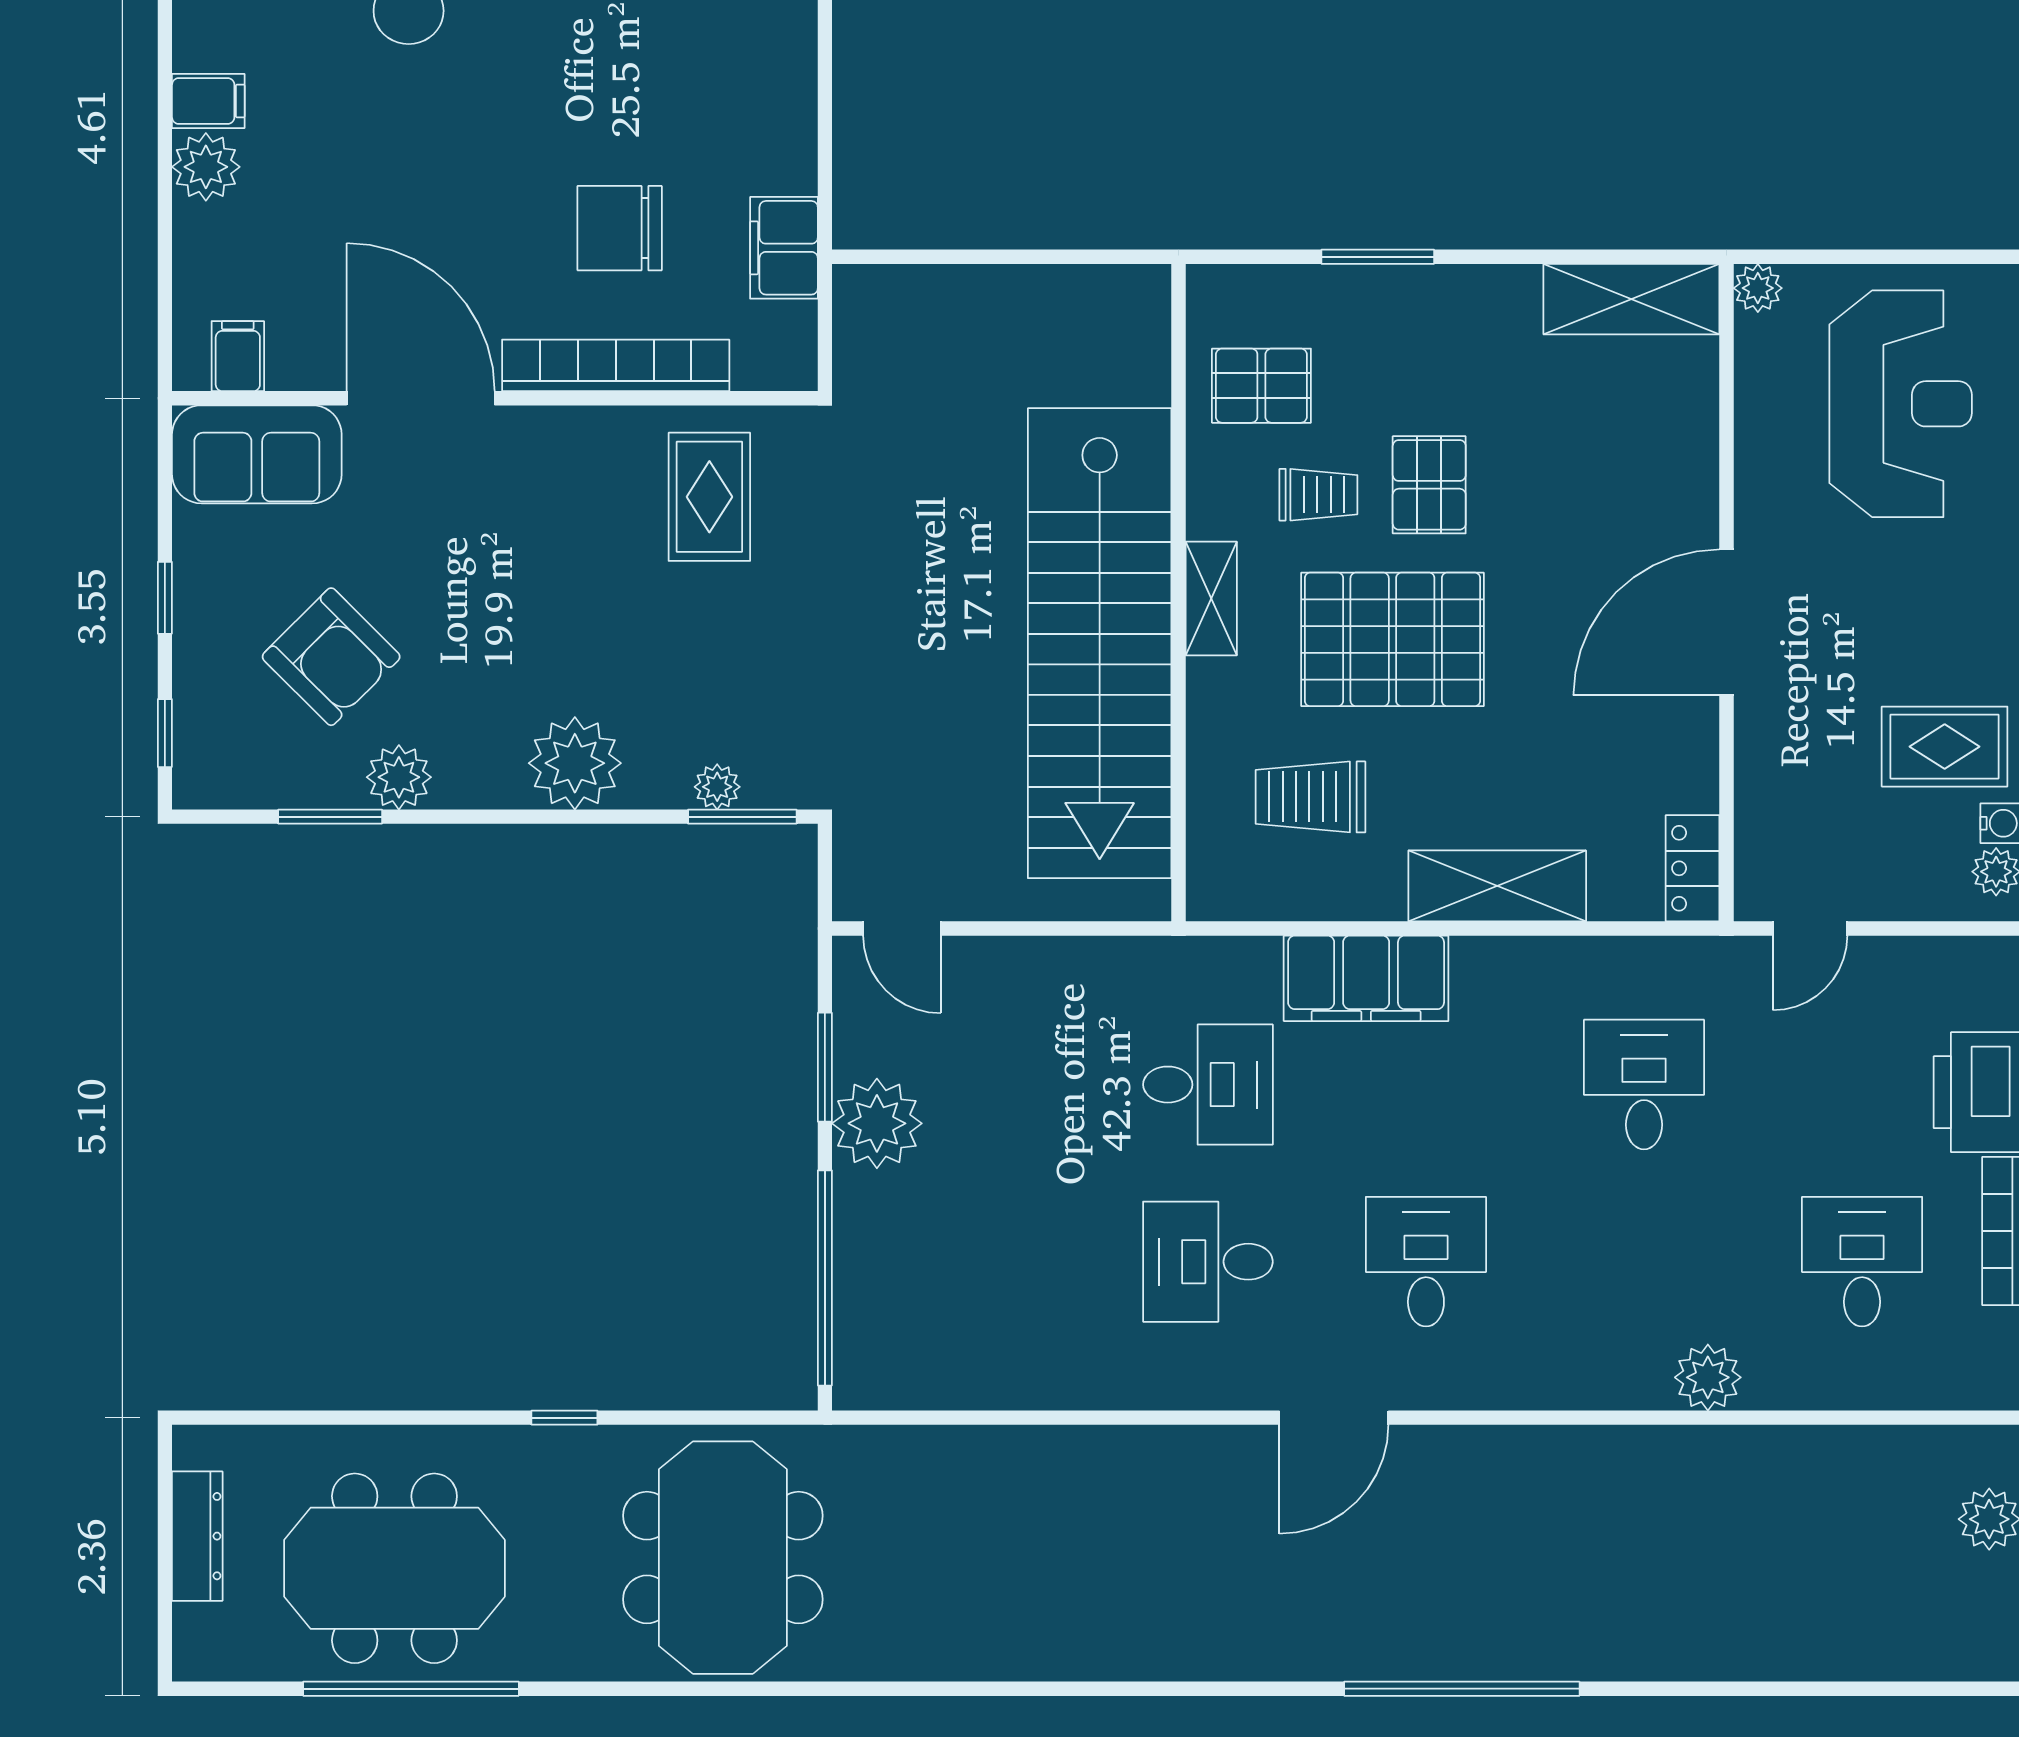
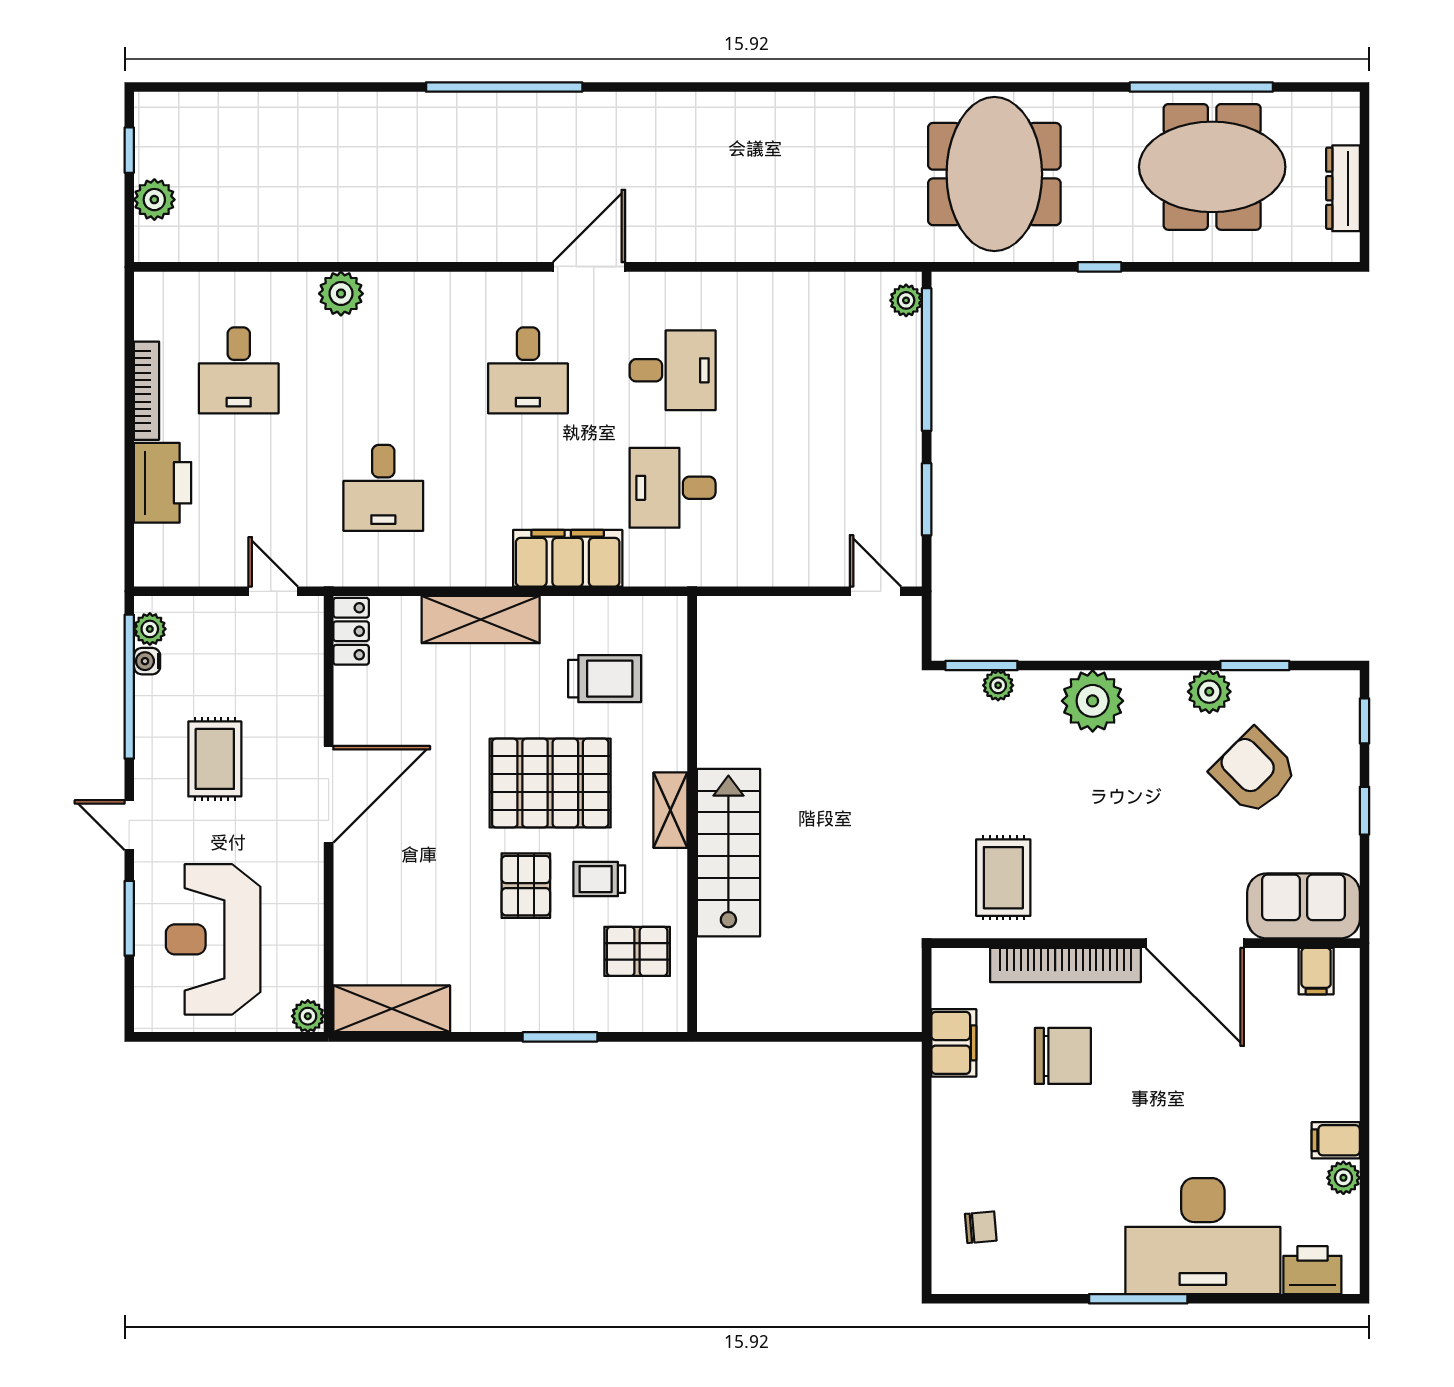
plant: (206, 167) -> (1343, 1178), moved, width x0.73, depth x0.73
stairs: (1100, 643) -> (728, 853), width x0.54, depth x0.66
rug: (1945, 747) -> (215, 759), moved, turned 90
door: (1810, 929) -> (273, 591), hinge flipped
plant: (877, 1123) -> (906, 300), moved, width x0.53, depth x0.53

